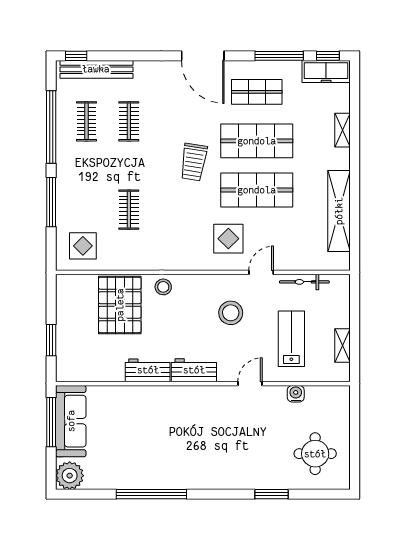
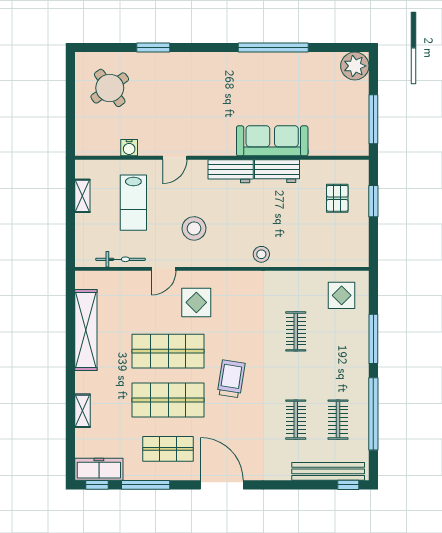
pallet: (120, 305) -> (337, 198), moved, width x0.49, depth x0.50
sofa: (71, 421) -> (272, 141), moved, turned 90
round table: (315, 454) -> (110, 88), turned -36

